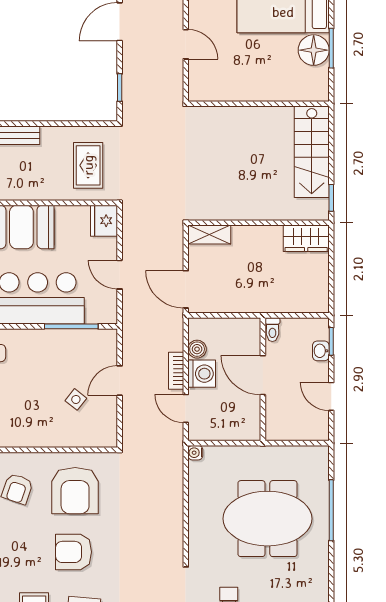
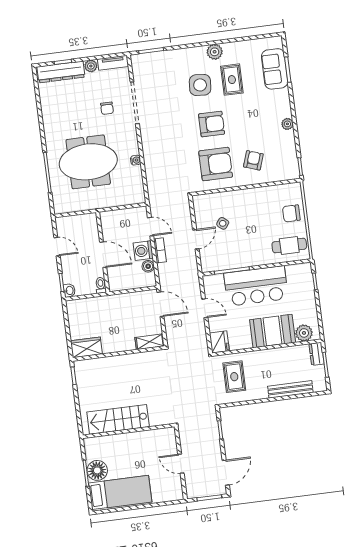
stairs: (312, 152) -> (118, 419), moved, turned -90
washbasin: (321, 351) -> (69, 290), moved
water cooler: (195, 453) -> (136, 160), moved
armchair: (75, 491) -> (216, 164), turned 90

